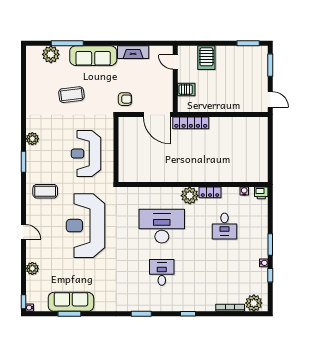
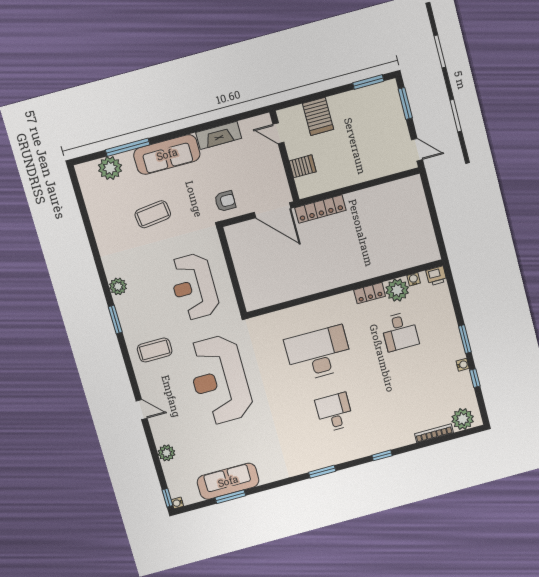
plant: (190, 196) -> (397, 290), moved

